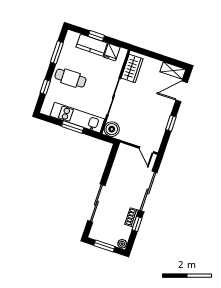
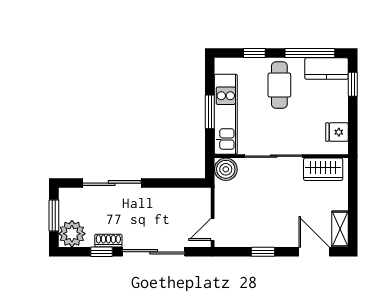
window: (96, 36) -> (353, 84), moved
kitchen counter: (92, 45) -> (327, 69), moved, turned -90
window: (57, 52) -> (310, 53), width x1.44
plant: (122, 244) -> (72, 234), width x1.88, depth x1.88

